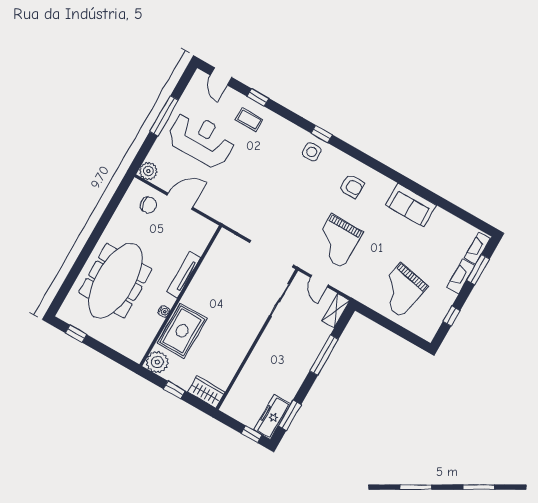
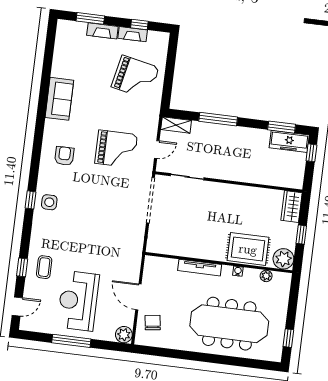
fireplace: (477, 248) -> (133, 34), moved
plant: (148, 338) -> (266, 276), added

